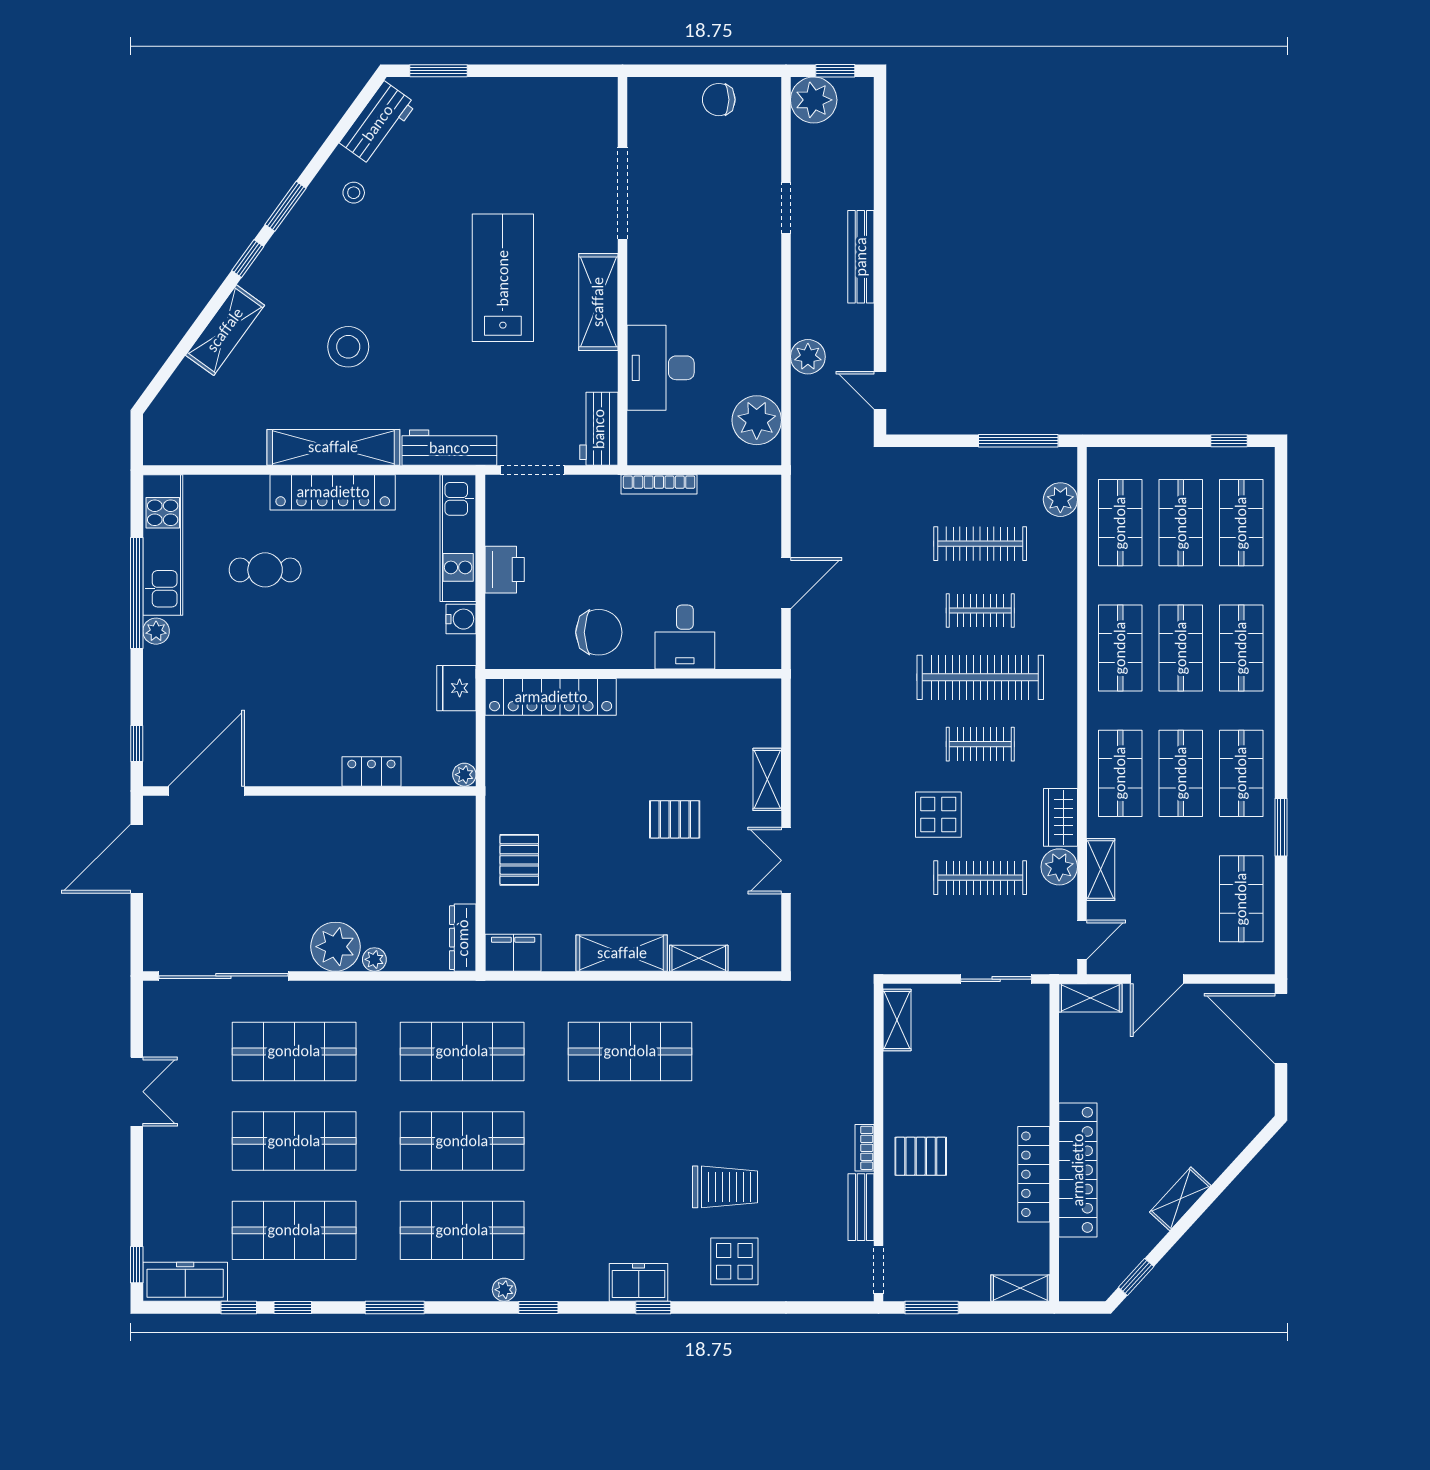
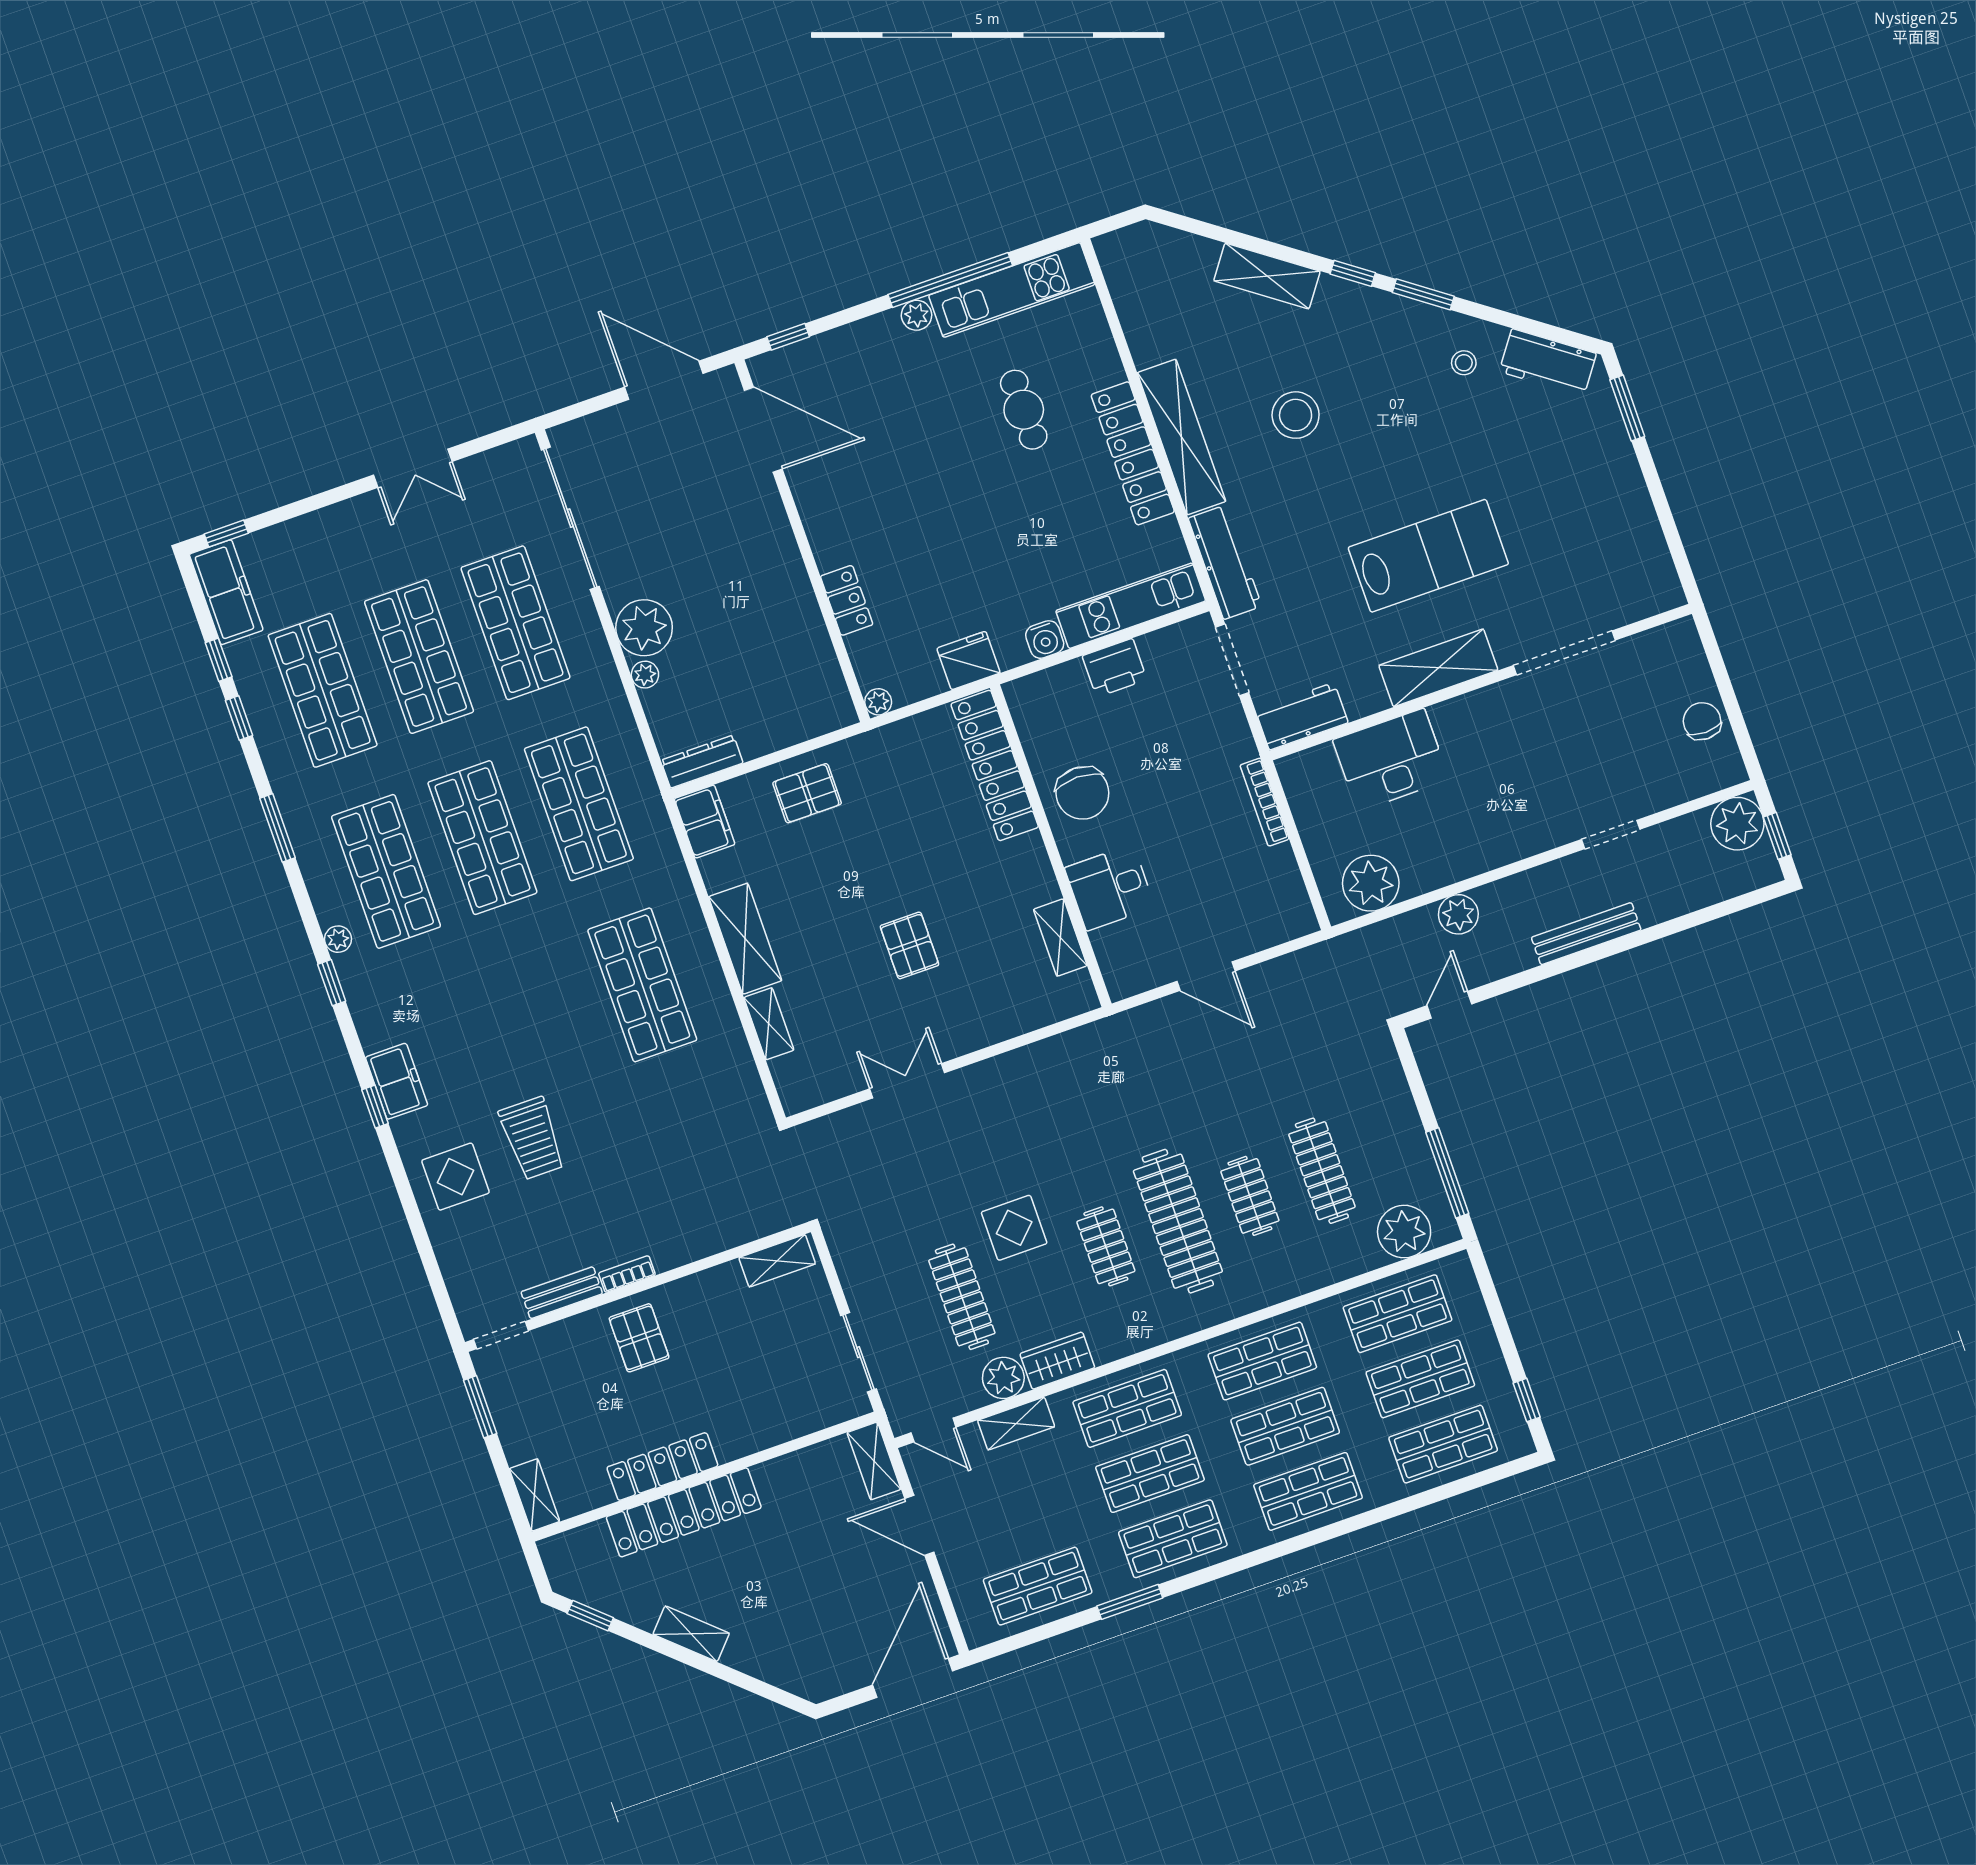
plant: (1060, 500) -> (1404, 1232), width x1.36, depth x1.36
shelving: (767, 779) -> (1060, 937), moved, turned 90

